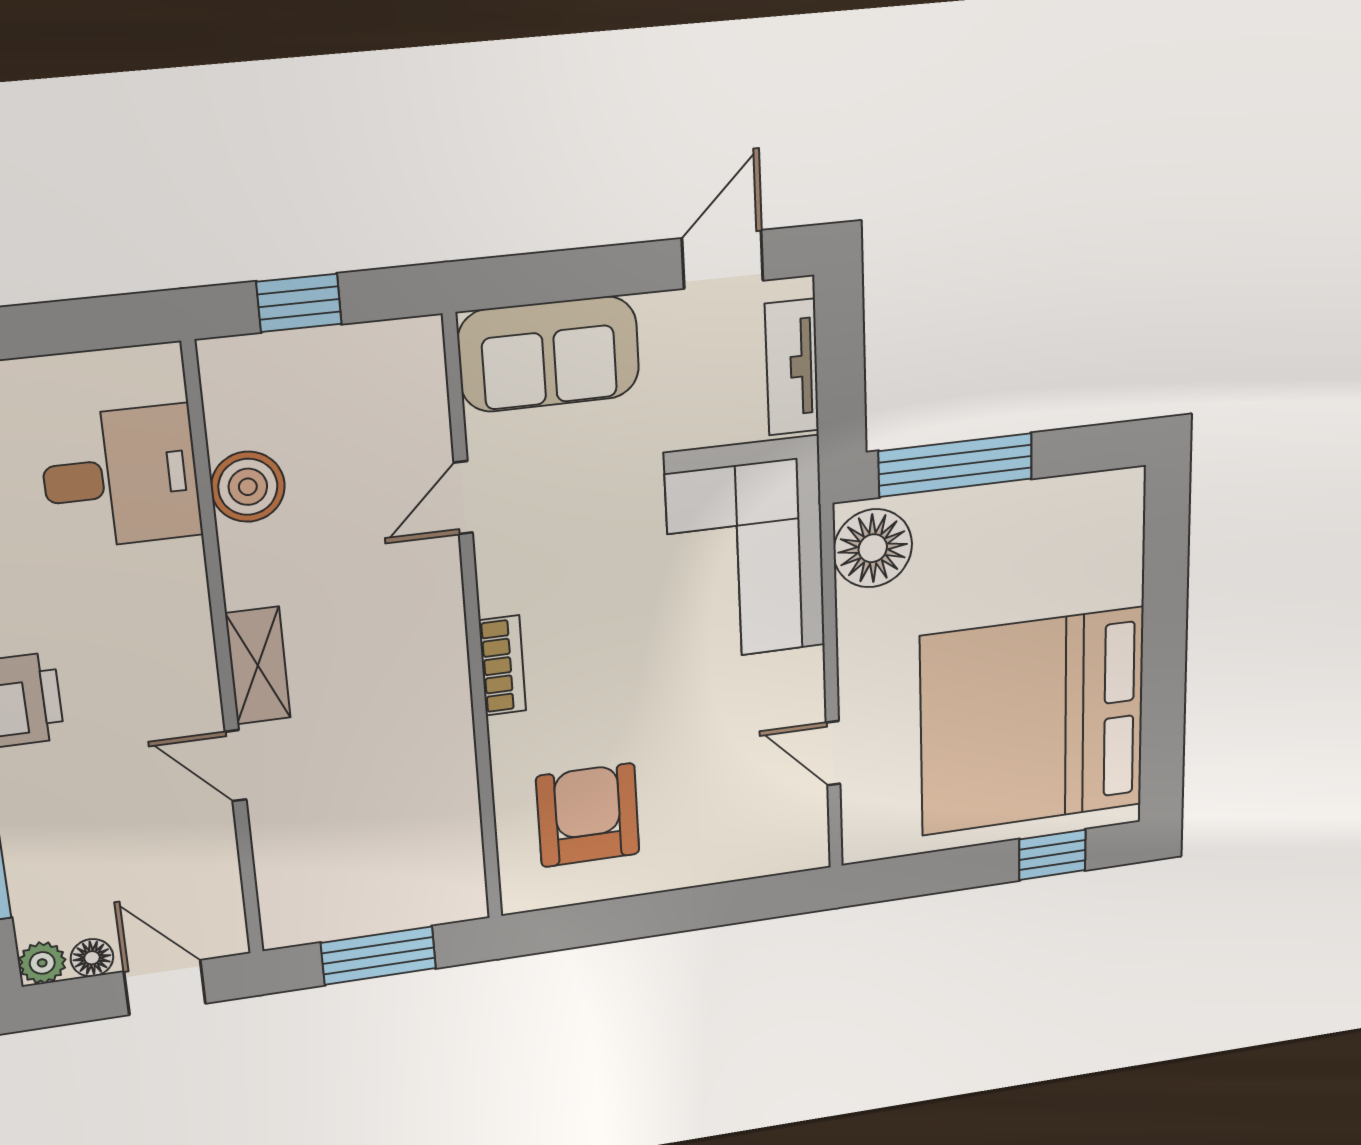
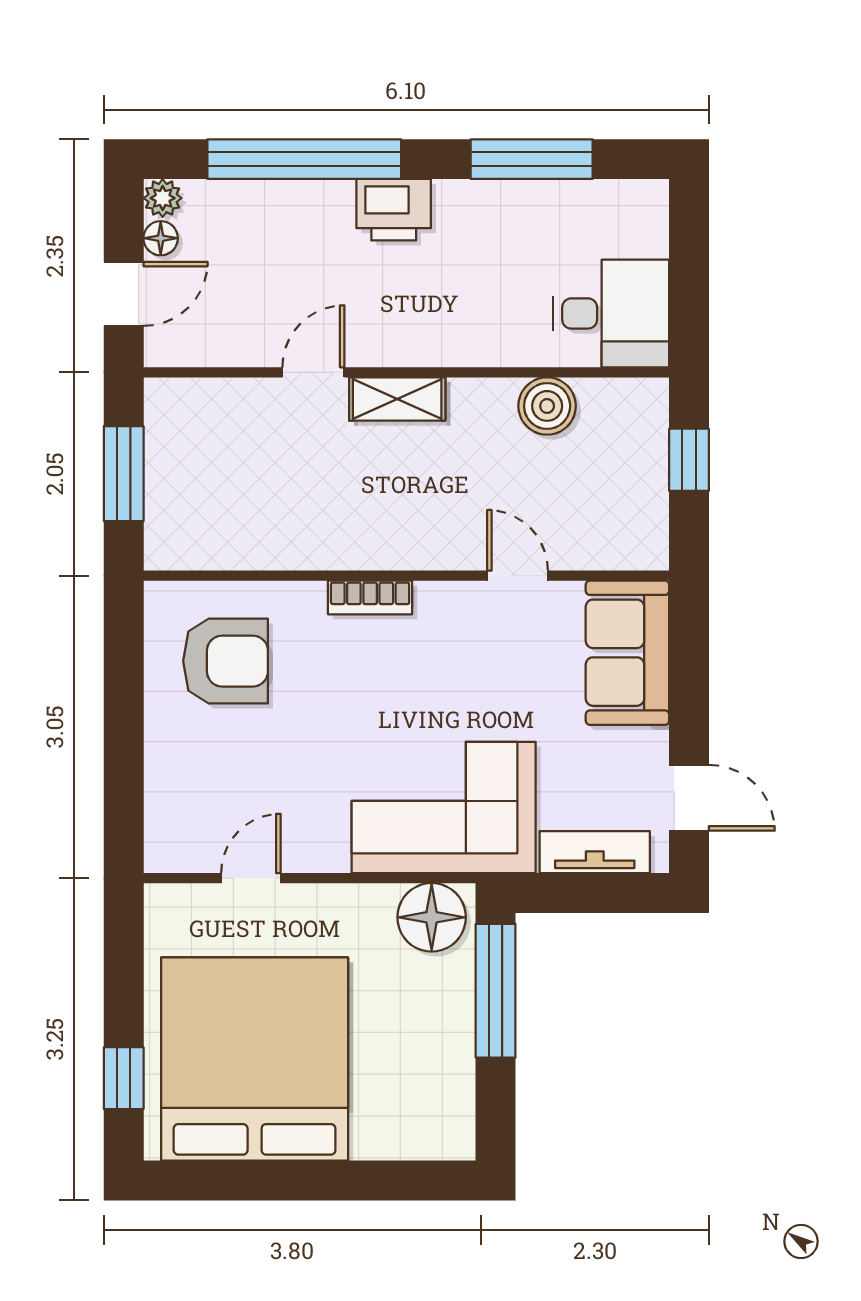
desk: (121, 477) -> (611, 313), moved, turned -90

